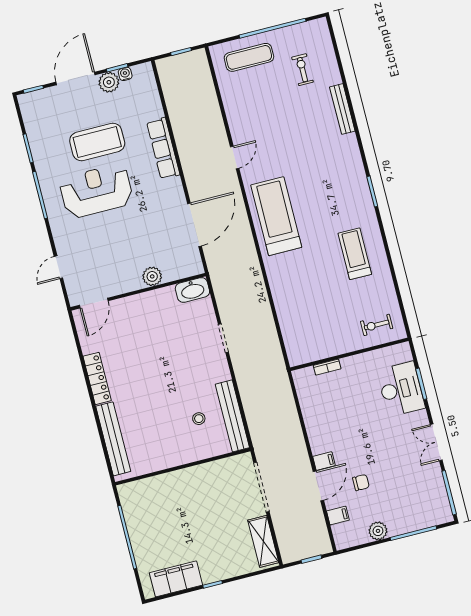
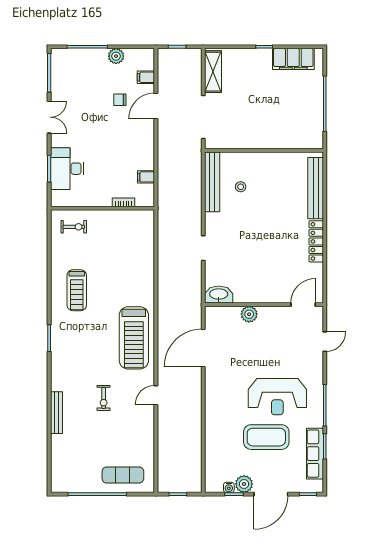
exercise bike: (302, 70) -> (104, 398), moved
row of seats: (163, 148) -> (315, 454), moved, turned 180
filing cabinet: (324, 461) -> (146, 177), moved

